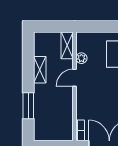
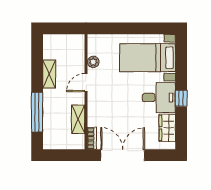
shelving: (67, 45) -> (78, 119), moved
window: (28, 106) -> (37, 112), width x1.44

